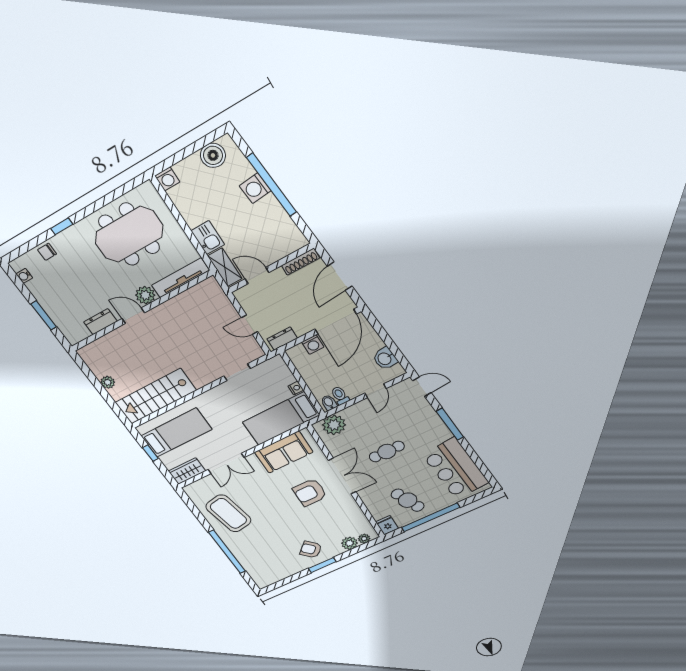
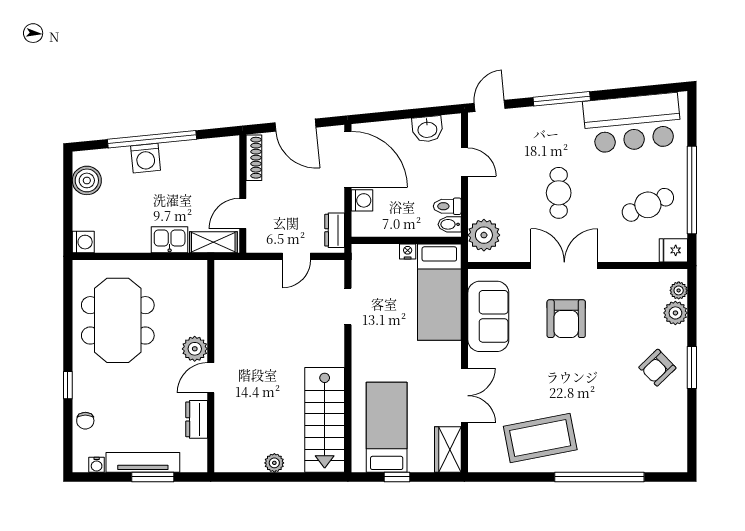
tv unit: (180, 278) -> (143, 462), moved, turned 90

